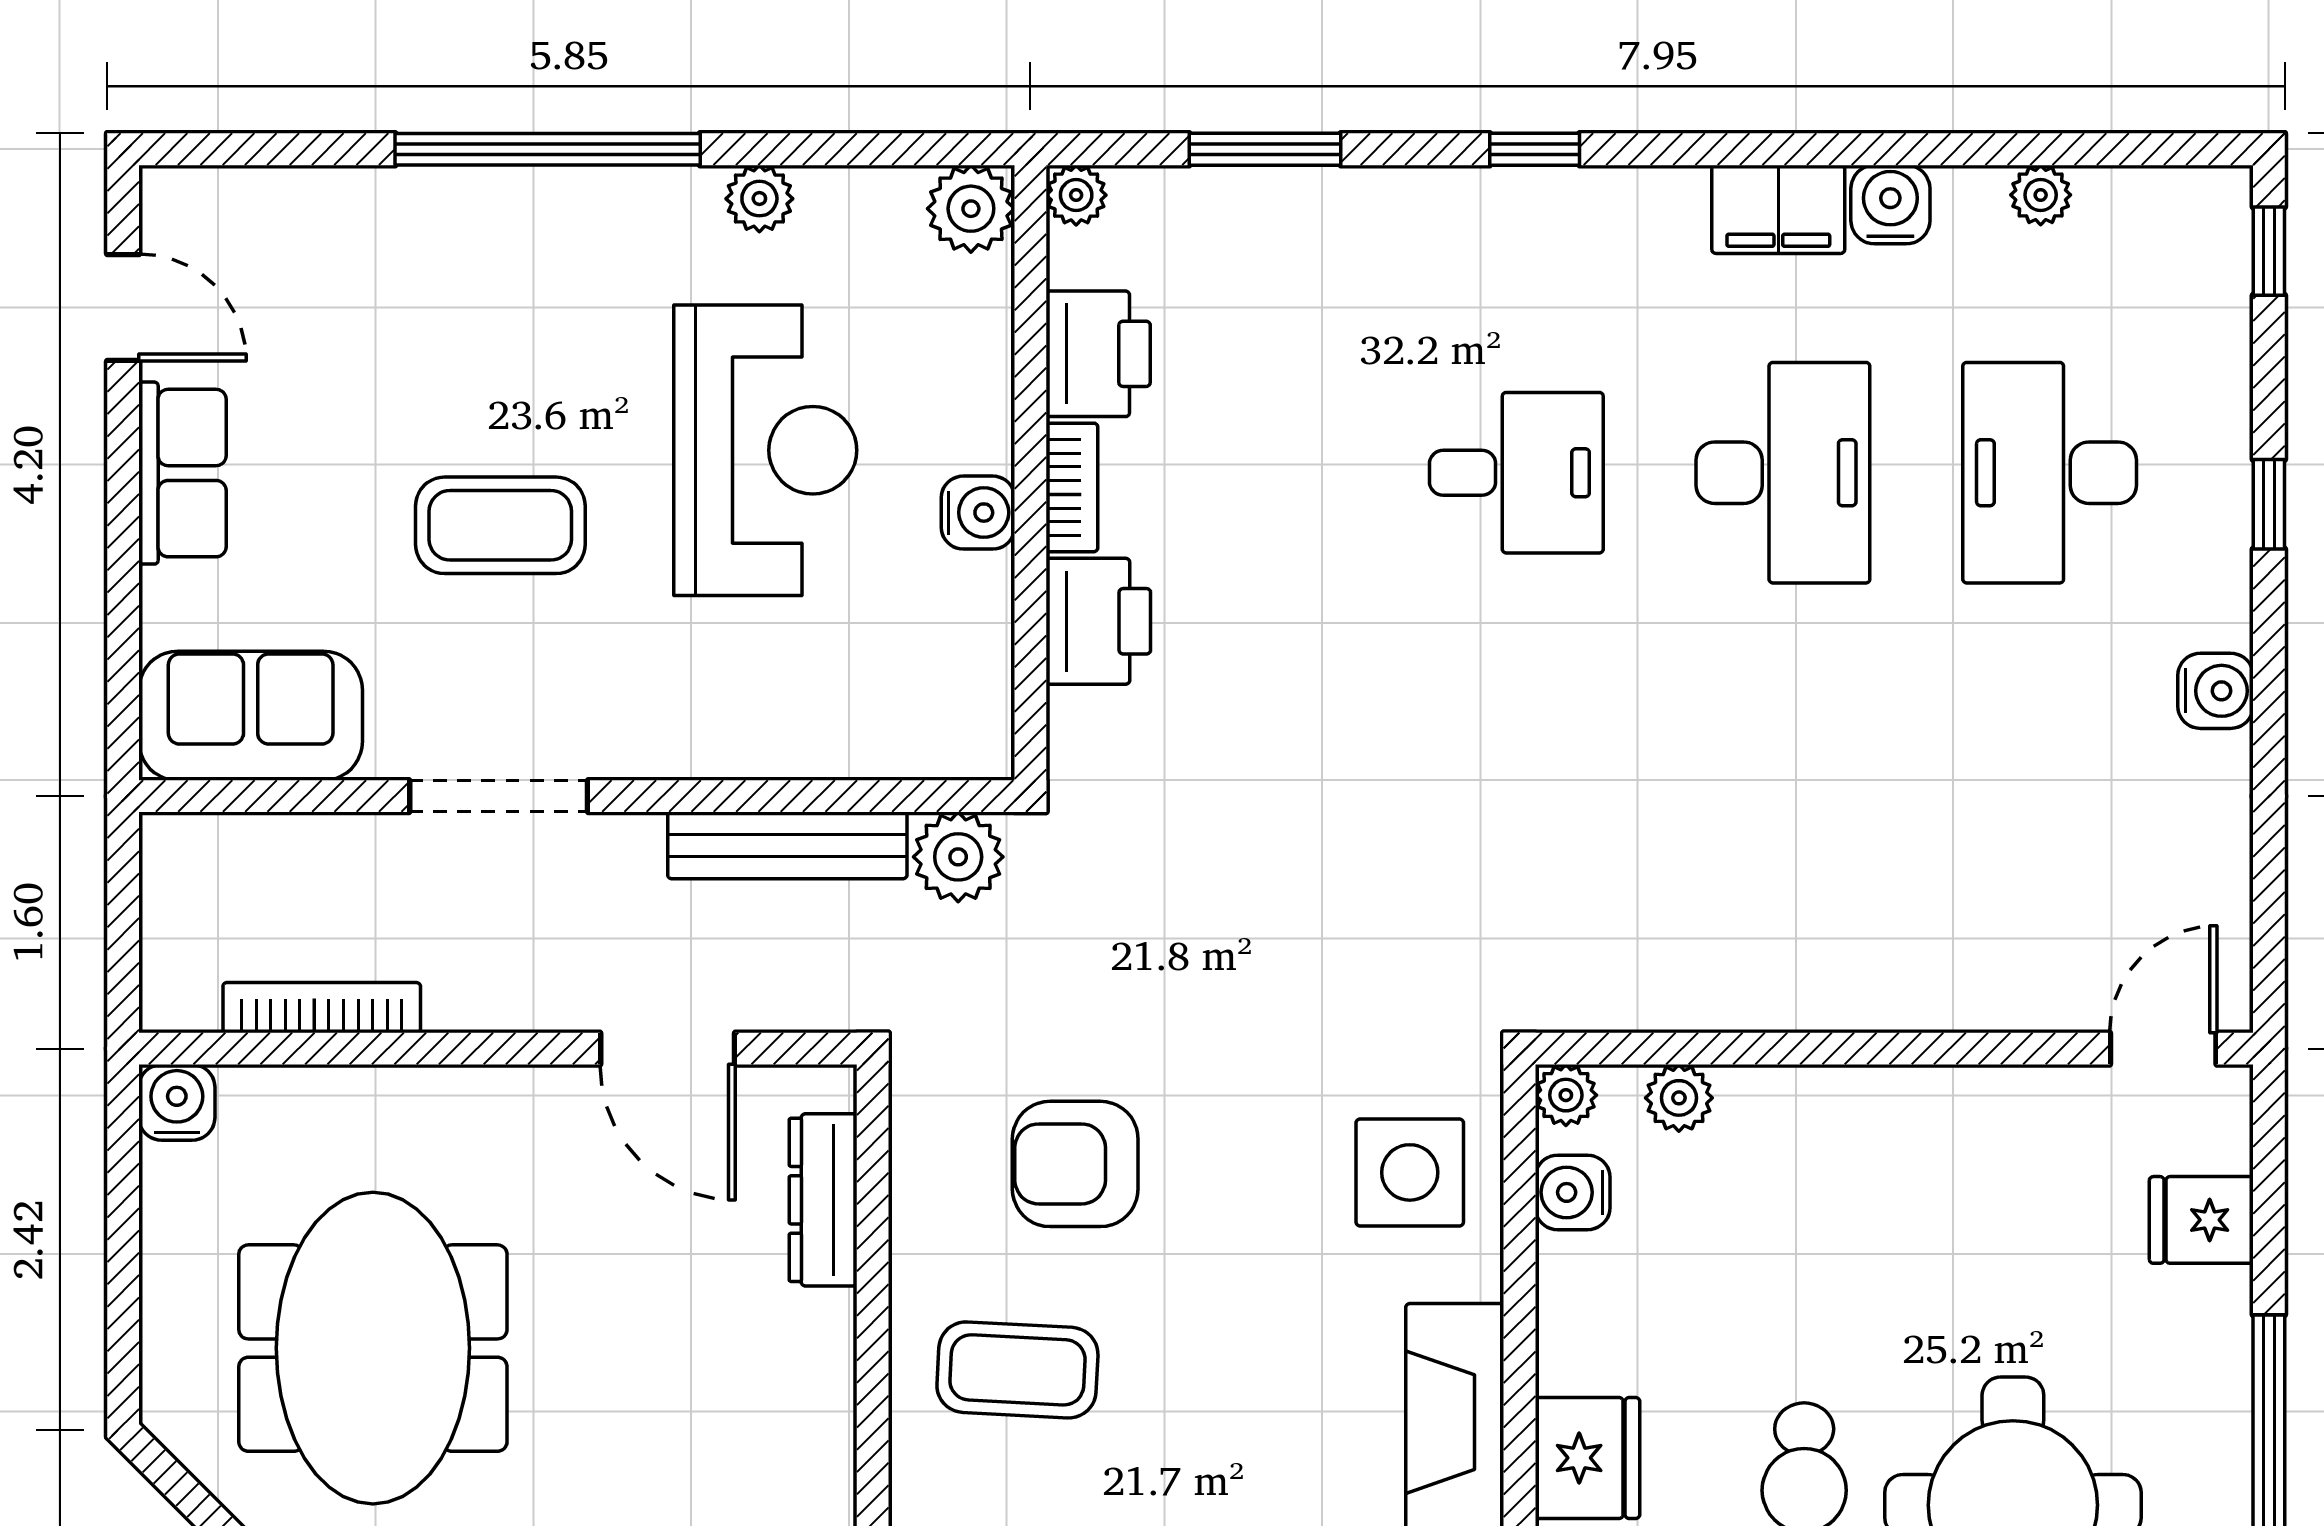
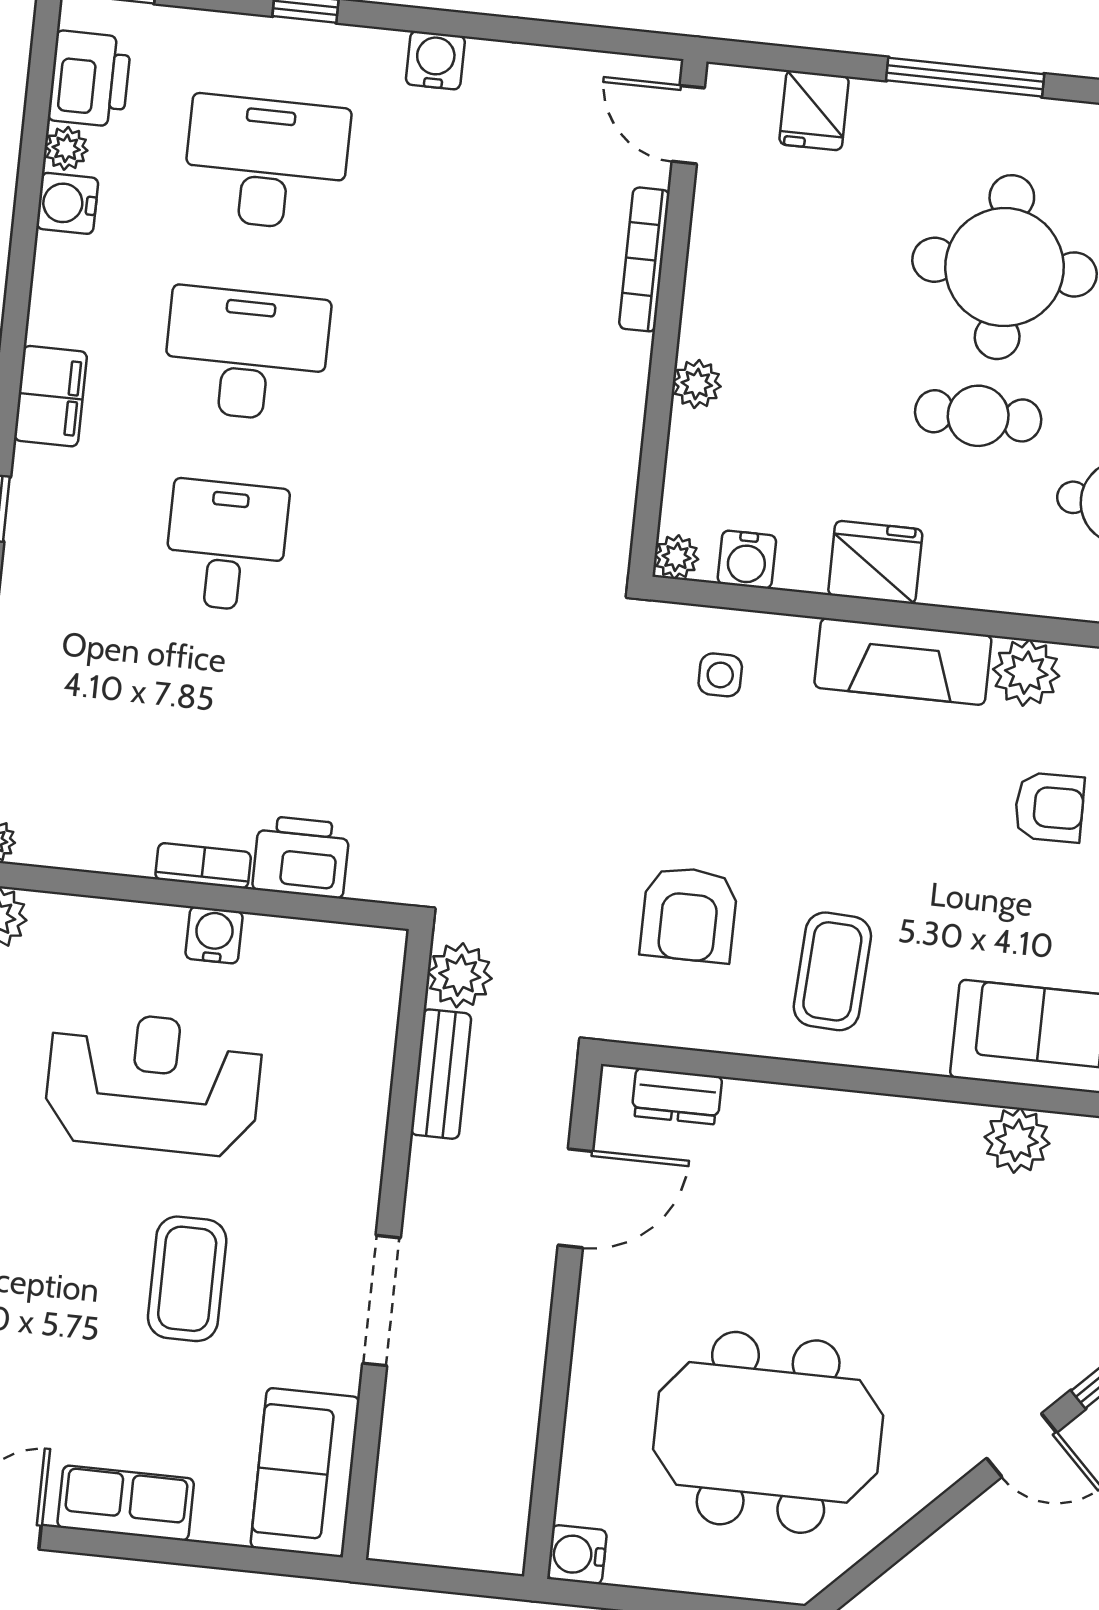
water cooler: (1890, 204) -> (67, 203), moved
filing cabinet: (1778, 209) -> (51, 396), moved
printer: (1098, 354) -> (90, 79), moved, turned 90
desk: (2050, 473) -> (266, 163), turned 180
bench: (787, 845) -> (441, 1074), width x0.73
bookcase: (322, 1008) -> (644, 259), moved
plant: (1679, 1098) -> (697, 384), moved
side table: (1410, 1172) -> (720, 675), width x0.54, depth x0.54
dresser: (823, 1200) -> (677, 1096), width x0.70
fridge: (1587, 1458) -> (875, 562), moved

